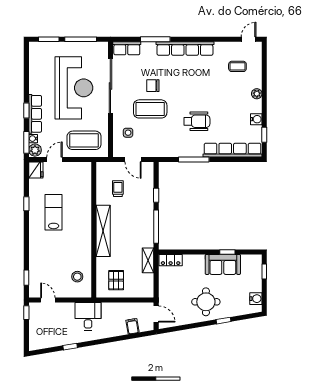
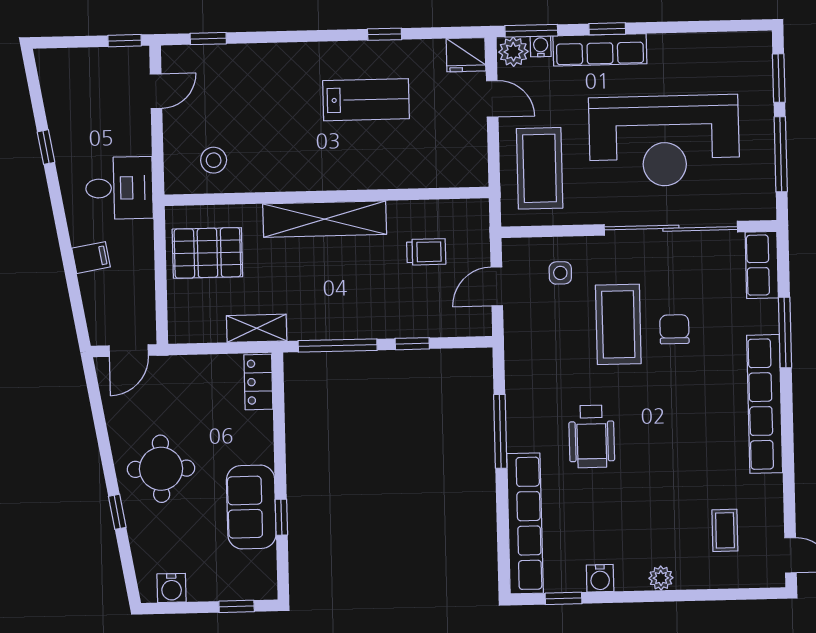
pallet: (116, 280) -> (207, 253), width x1.50, depth x1.42
filing cabinet: (132, 326) -> (91, 258), moved

